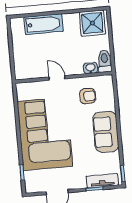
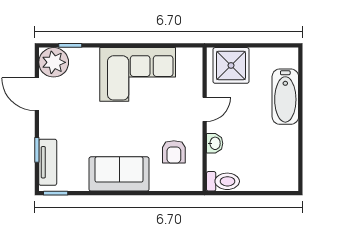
shower: (92, 23) -> (231, 65), moved
washbasin: (91, 68) -> (215, 143), moved
corner sofa: (45, 134) -> (138, 74), width x0.73, depth x0.74
plant: (34, 183) -> (54, 62), added

